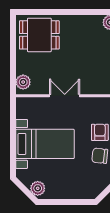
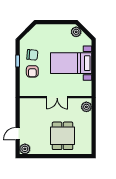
dining table: (39, 35) -> (63, 136), moved, turned 90

